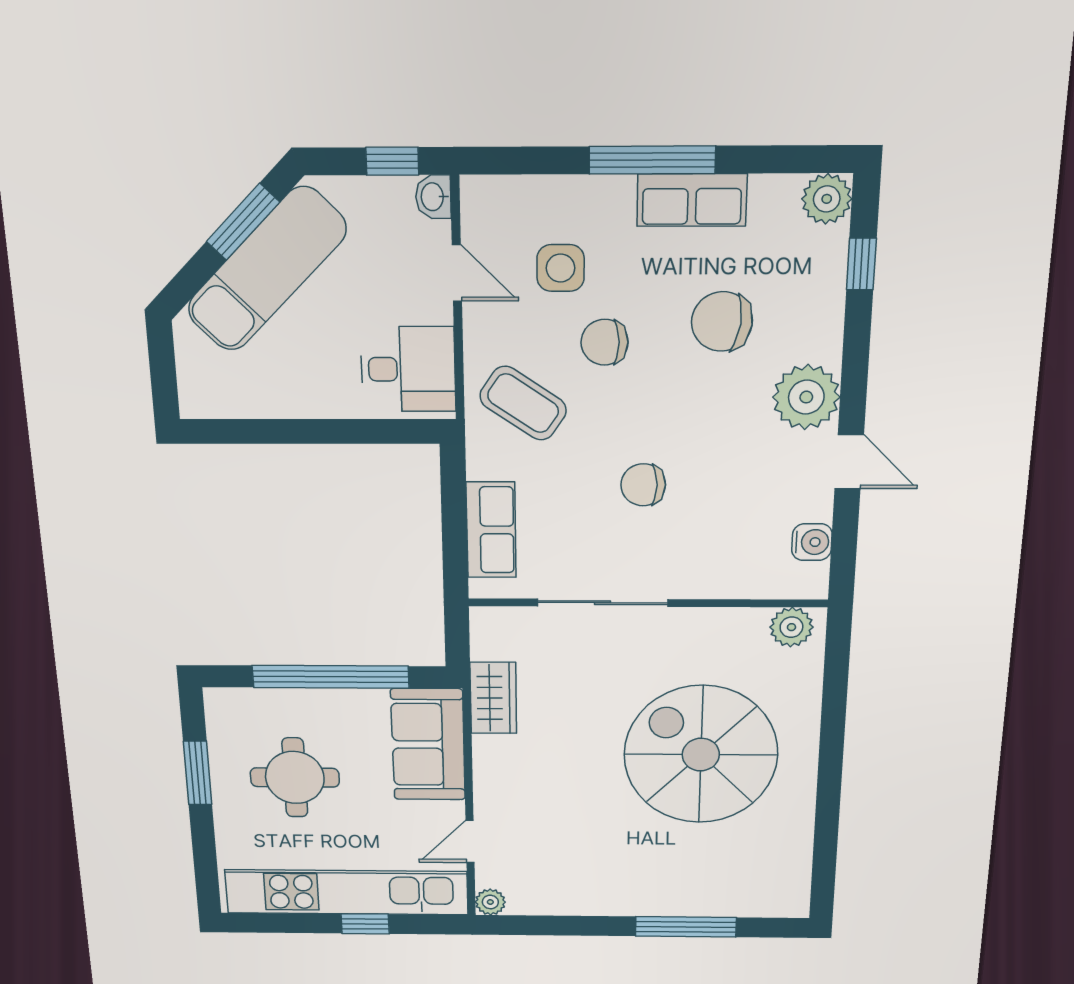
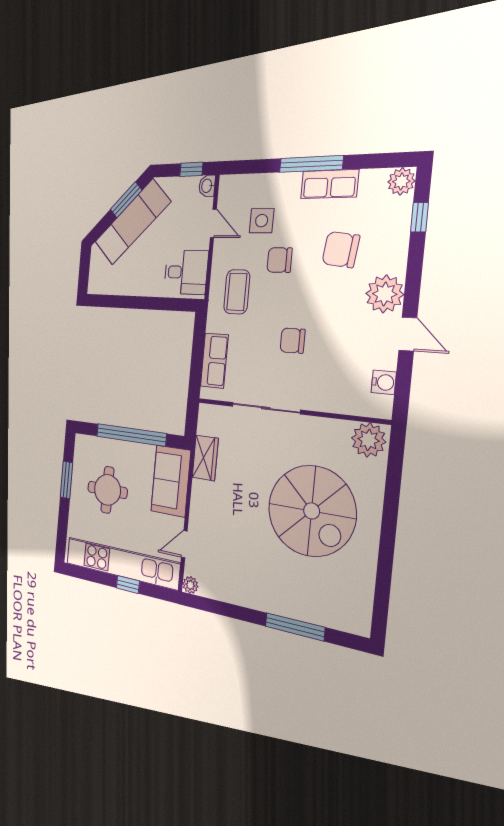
coffee table: (523, 403) -> (237, 292), turned 56
plant: (791, 627) -> (369, 440), width x1.36, depth x1.36
spiral stairs: (701, 755) -> (312, 511), turned 180

